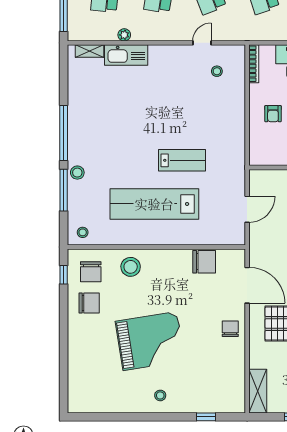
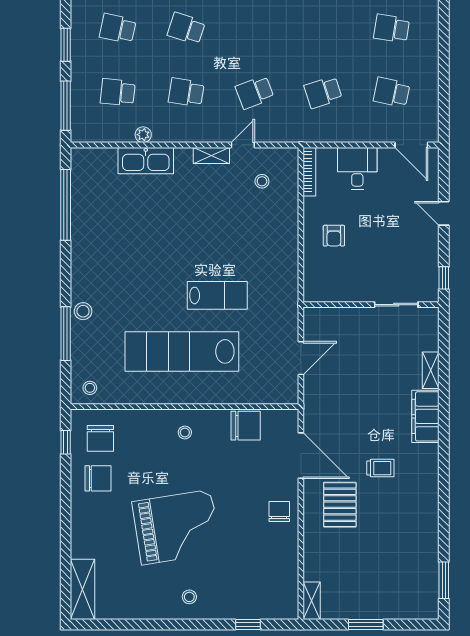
shelving: (89, 51) -> (211, 155), moved
window: (64, 133) -> (66, 205), moved
stool: (131, 267) -> (185, 433), moved, width x0.53, depth x0.53
shelving: (77, 390) -> (83, 589), added
shelving: (258, 391) -> (312, 601), width x0.67, depth x0.75

